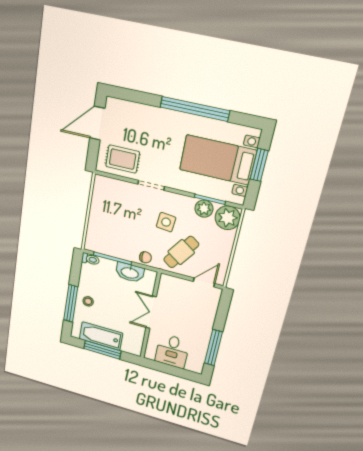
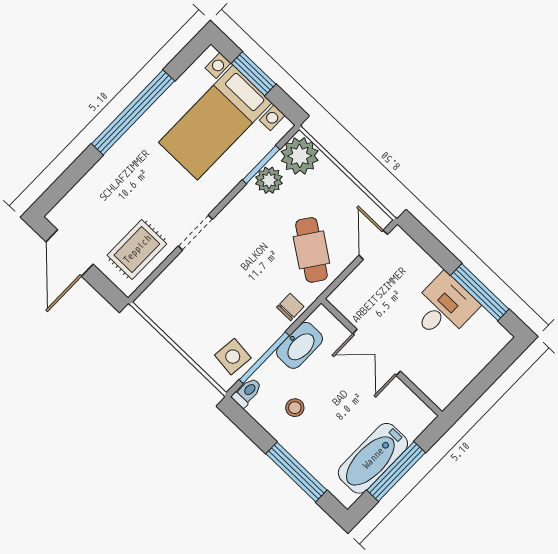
side table: (166, 222) -> (233, 357), moved
stool: (88, 301) -> (295, 408), moved
desk: (172, 351) -> (444, 307), moved, turned -90

